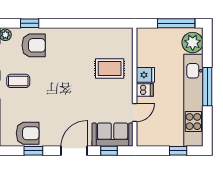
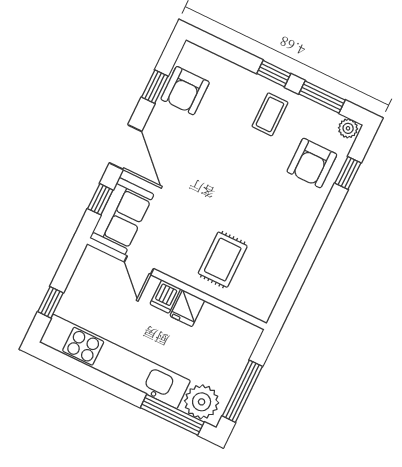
window: (207, 87) -> (172, 415), moved

